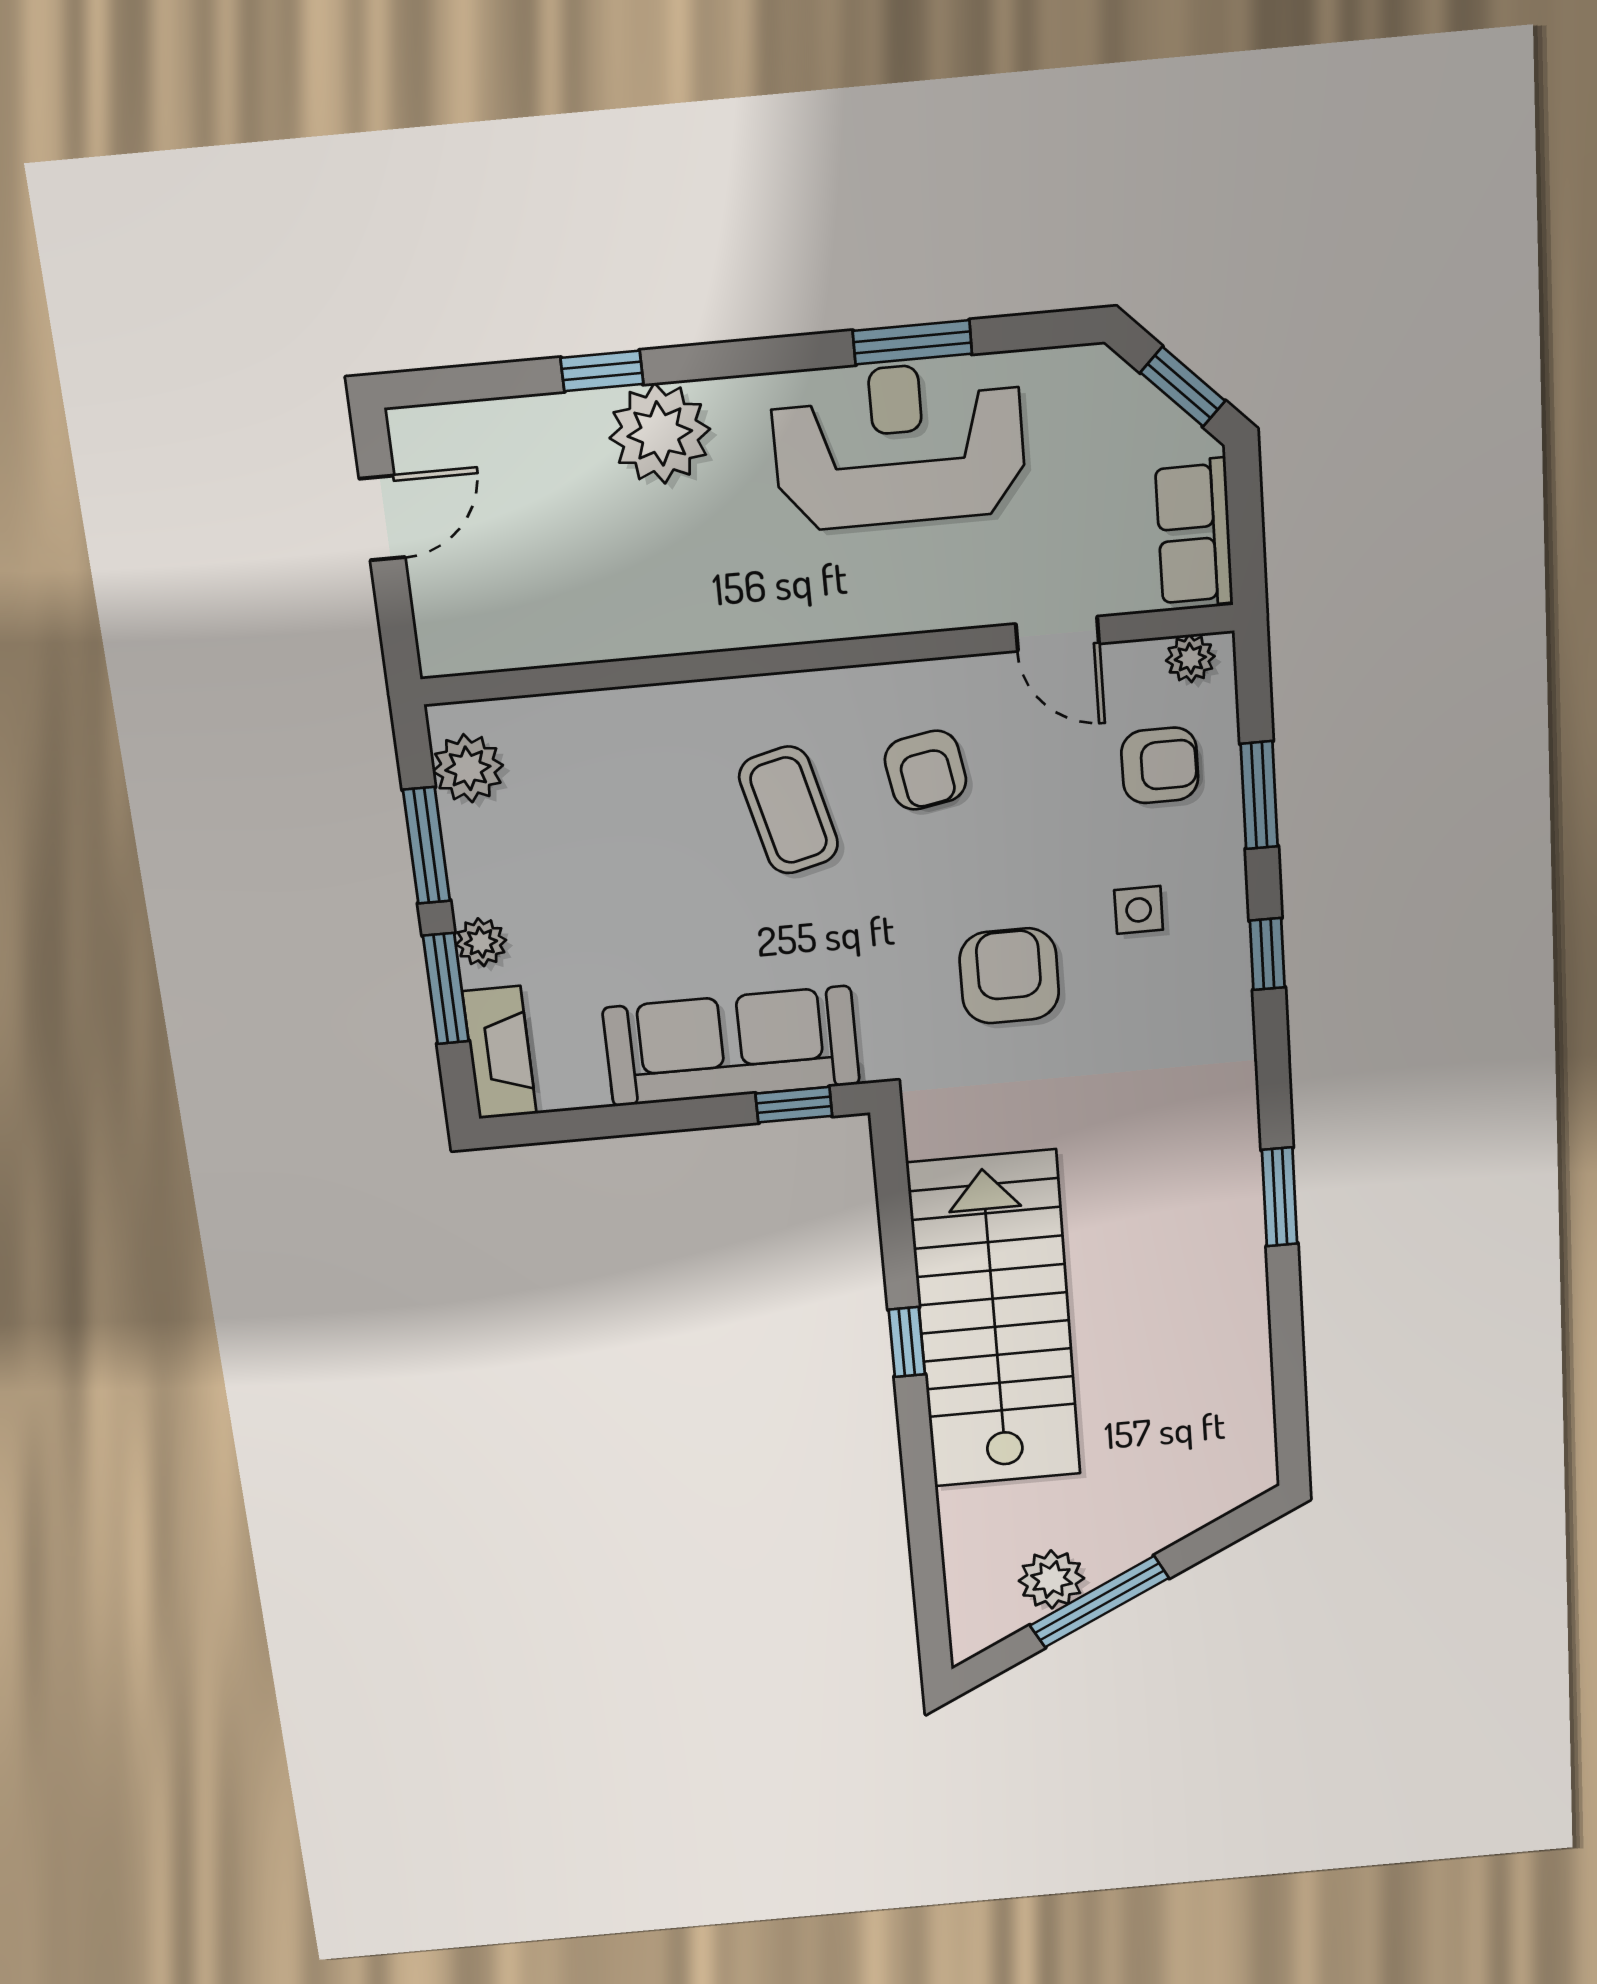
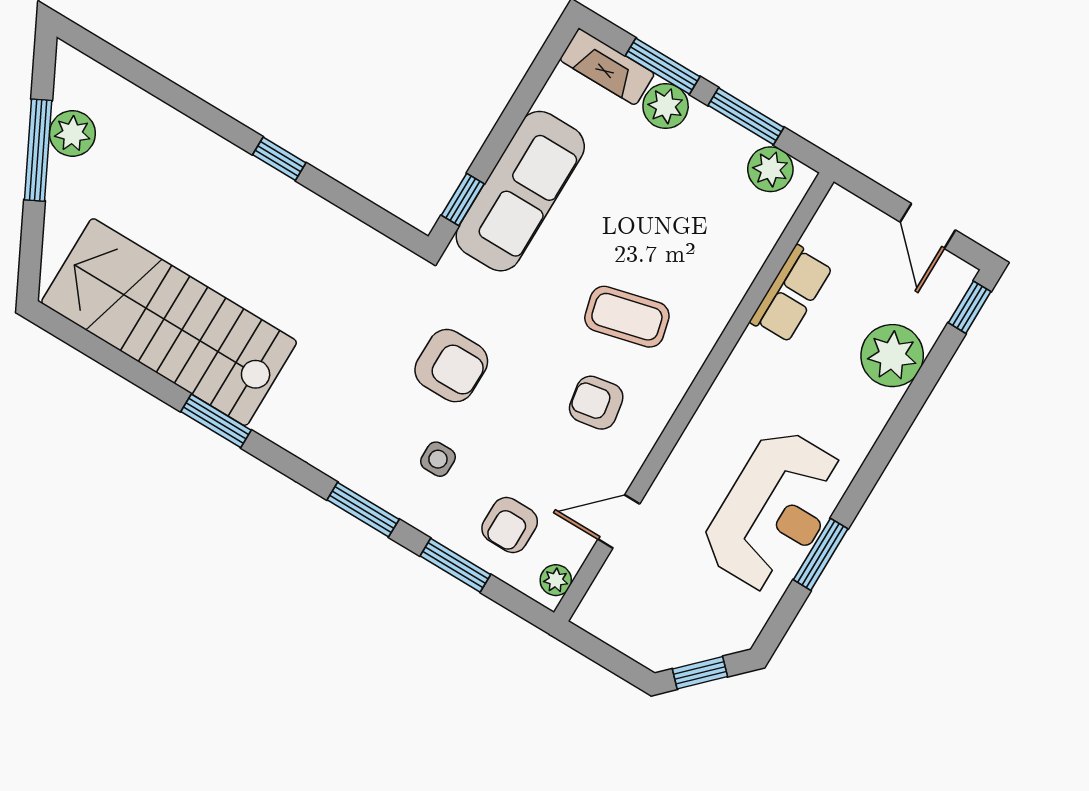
window: (602, 371) -> (970, 307), moved
plant: (660, 433) -> (892, 356), moved
row of seats: (1194, 533) -> (791, 294), moved, turned 90
plant: (481, 942) -> (666, 106), width x1.38, depth x1.38
window: (1267, 954) -> (363, 510), width x1.50
stairs: (994, 1320) -> (169, 322), moved, turned 180

